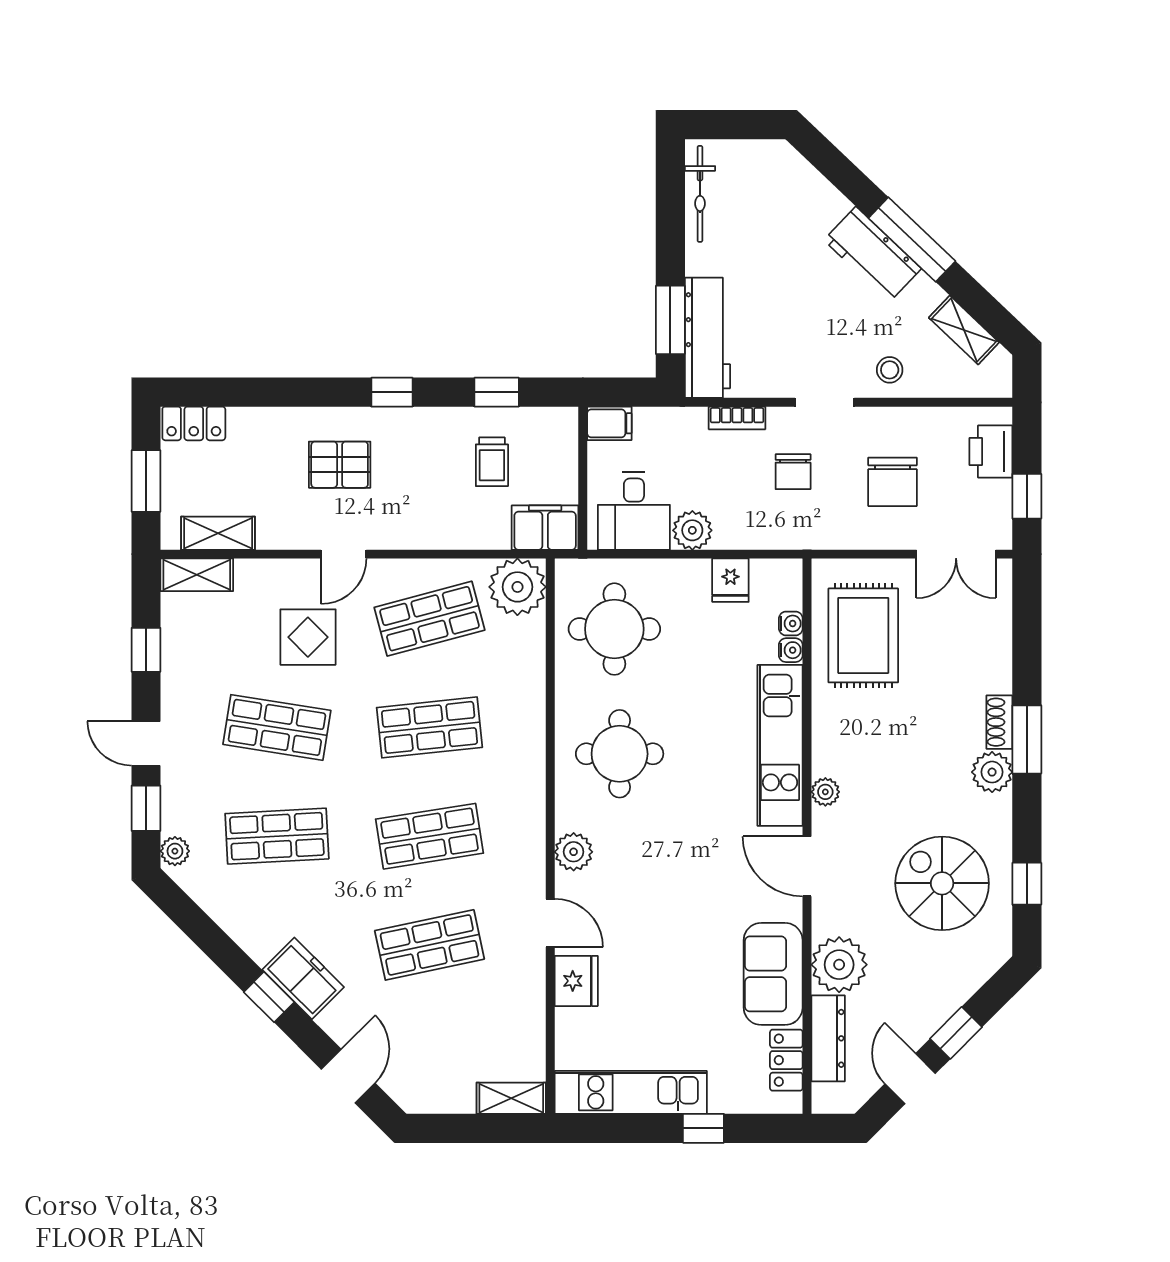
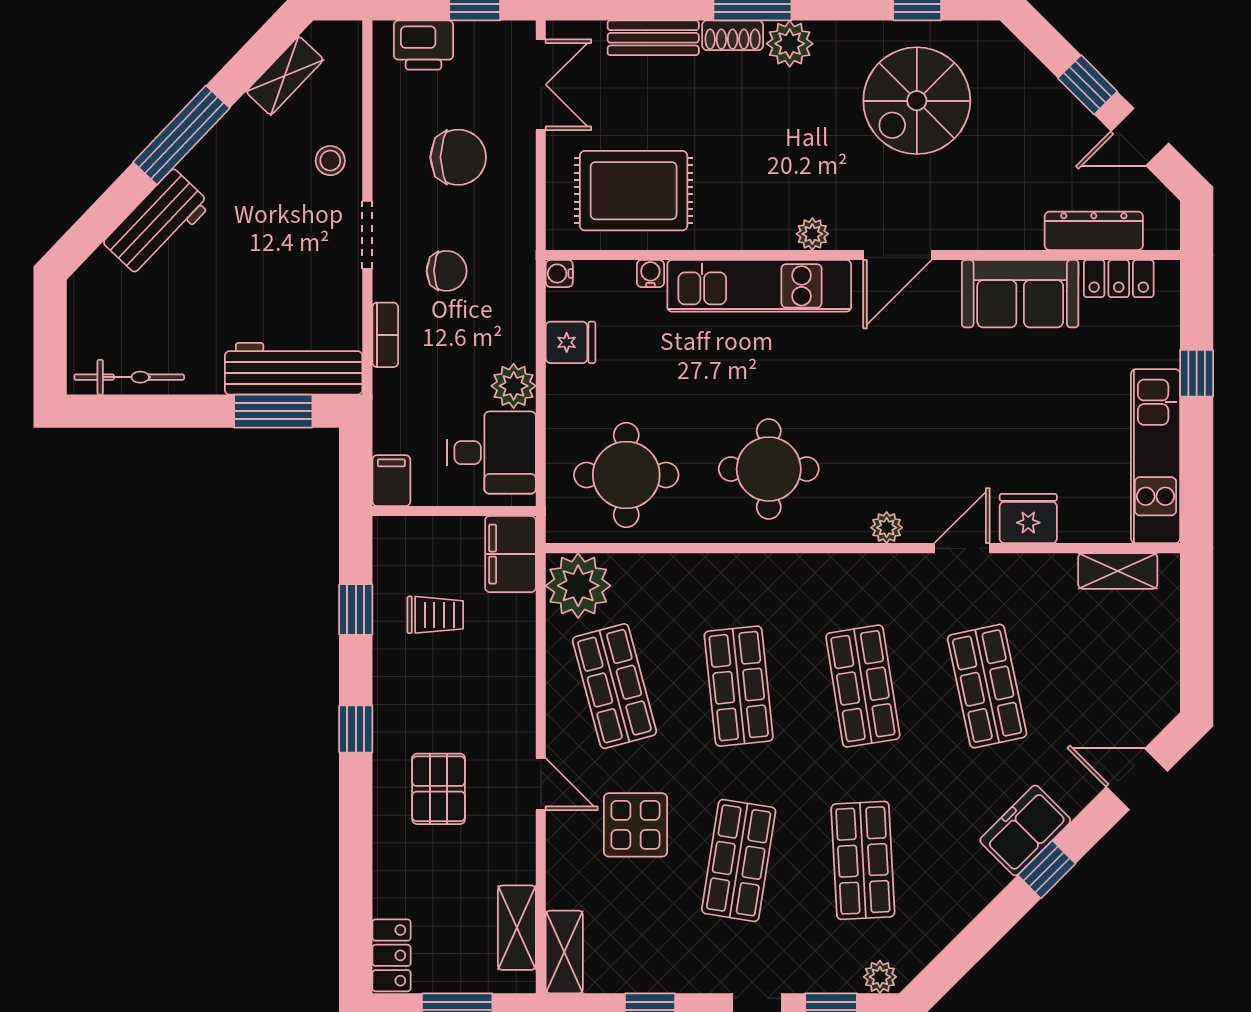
workbench: (873, 254) -> (157, 223), moved
water cooler: (791, 623) -> (559, 273), moved, turned -90
bench: (997, 653) -> (653, 38), added
plant: (574, 852) -> (887, 528), width x0.73, depth x0.73
plant: (839, 965) -> (1010, 218), removed
shelving: (511, 1098) -> (1118, 571), moved, turned 90

